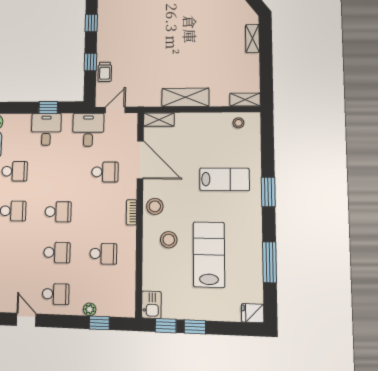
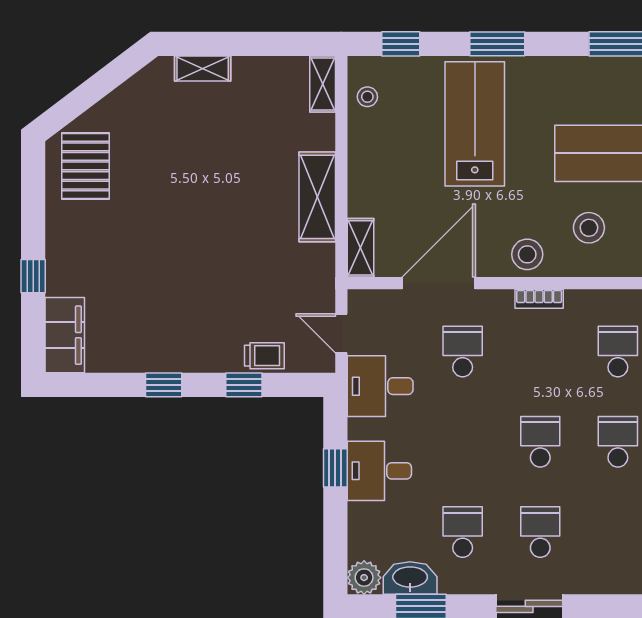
window: (267, 140) -> (401, 44), added
lab bench: (224, 179) -> (475, 124), width x1.36, depth x1.39

